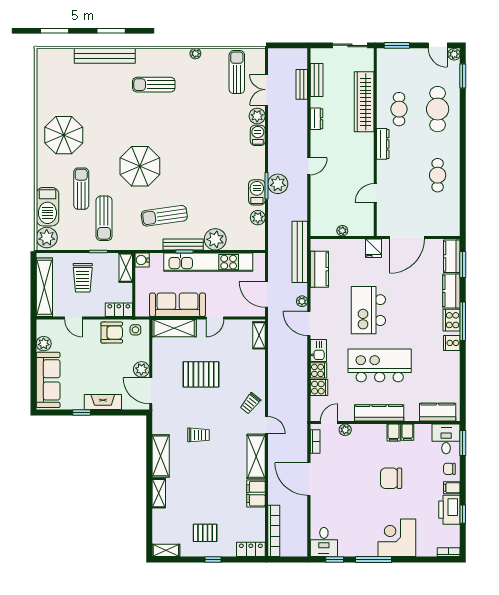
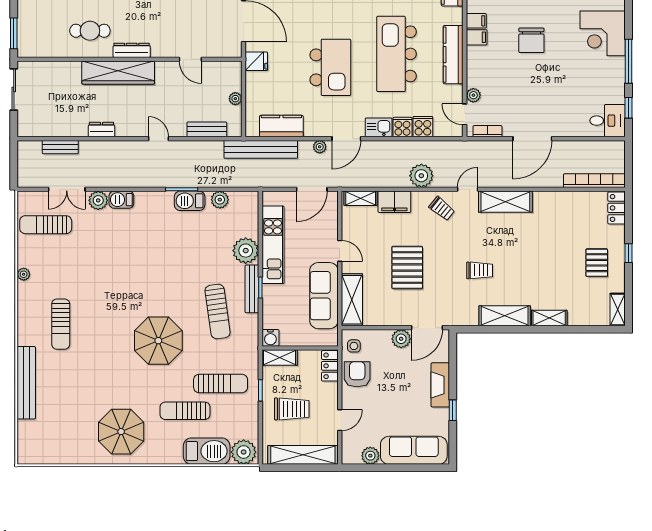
bench: (317, 80) -> (207, 129), moved
wardrobe: (364, 102) -> (118, 73), moved
plant: (278, 184) -> (421, 176), moved
kitchen unit: (208, 262) -> (273, 245), width x0.73
kitchen island: (368, 310) -> (330, 67), turned -90
trolley: (199, 435) -> (480, 270), turned 90
filing cabinet: (256, 494) -> (394, 202), moved

